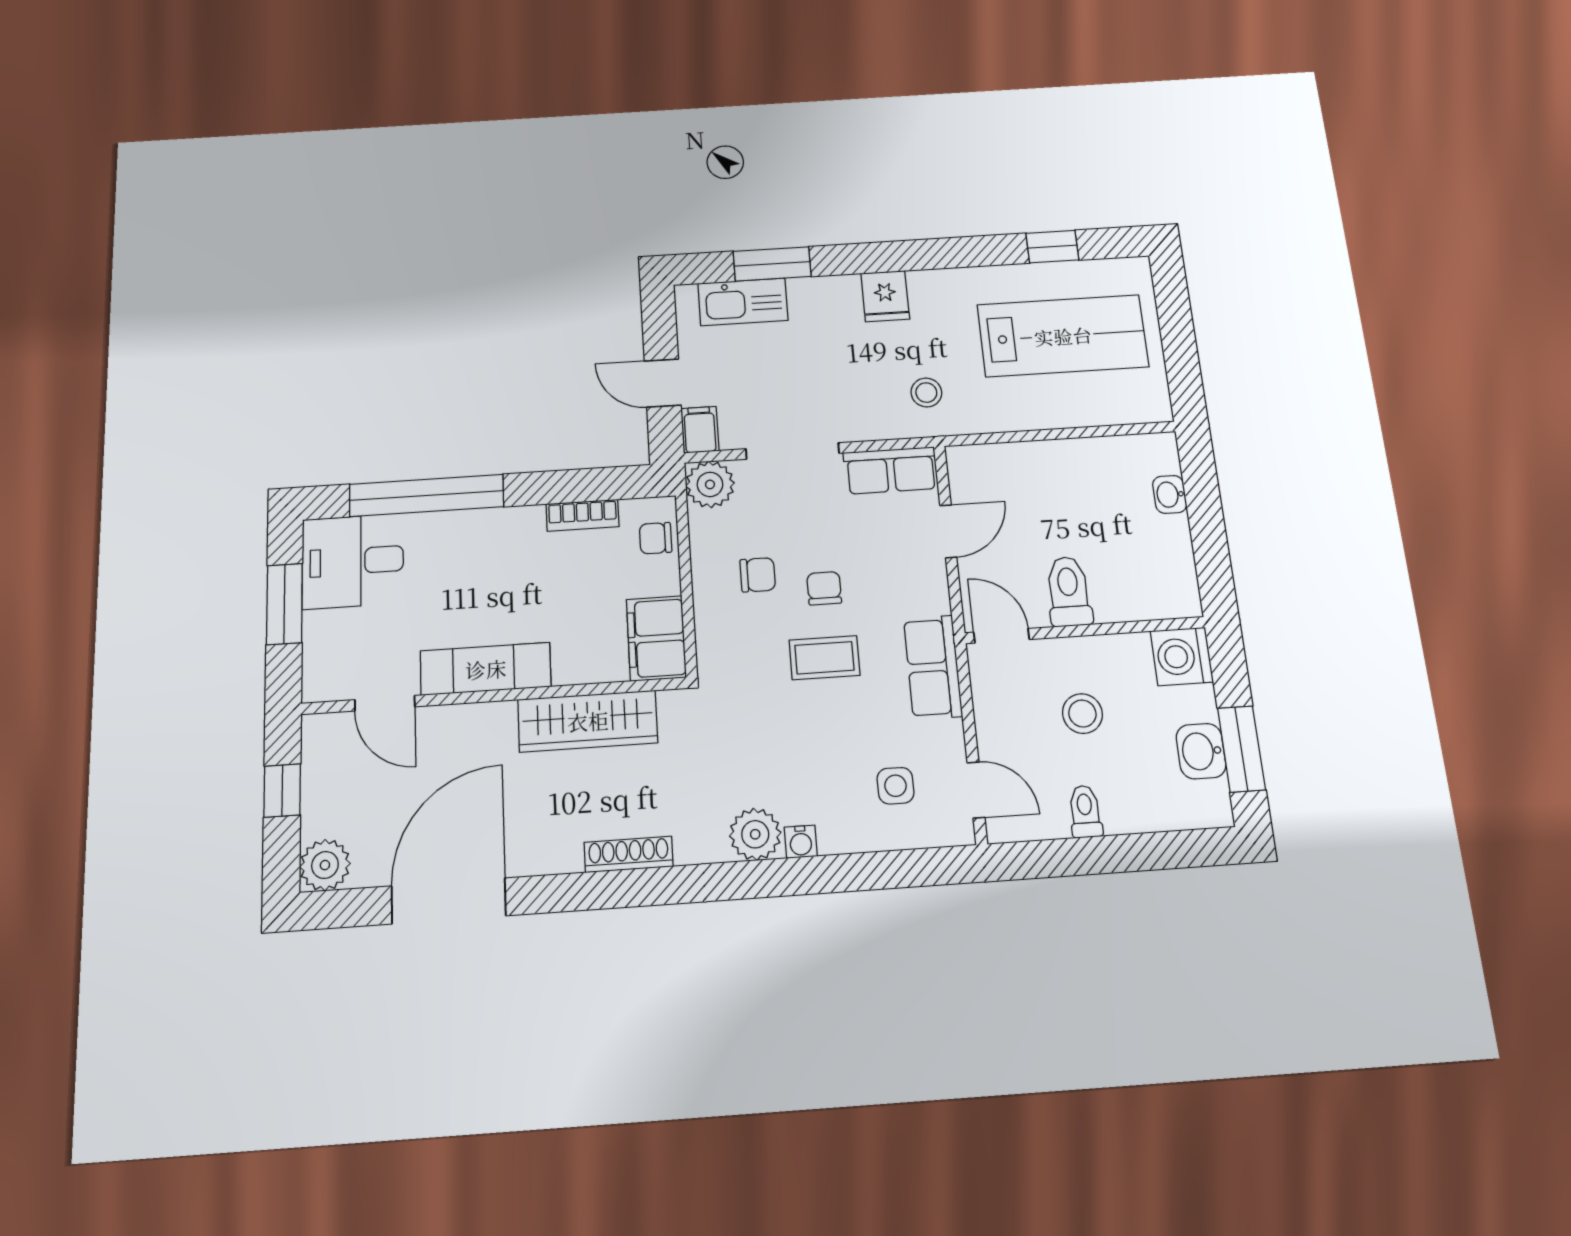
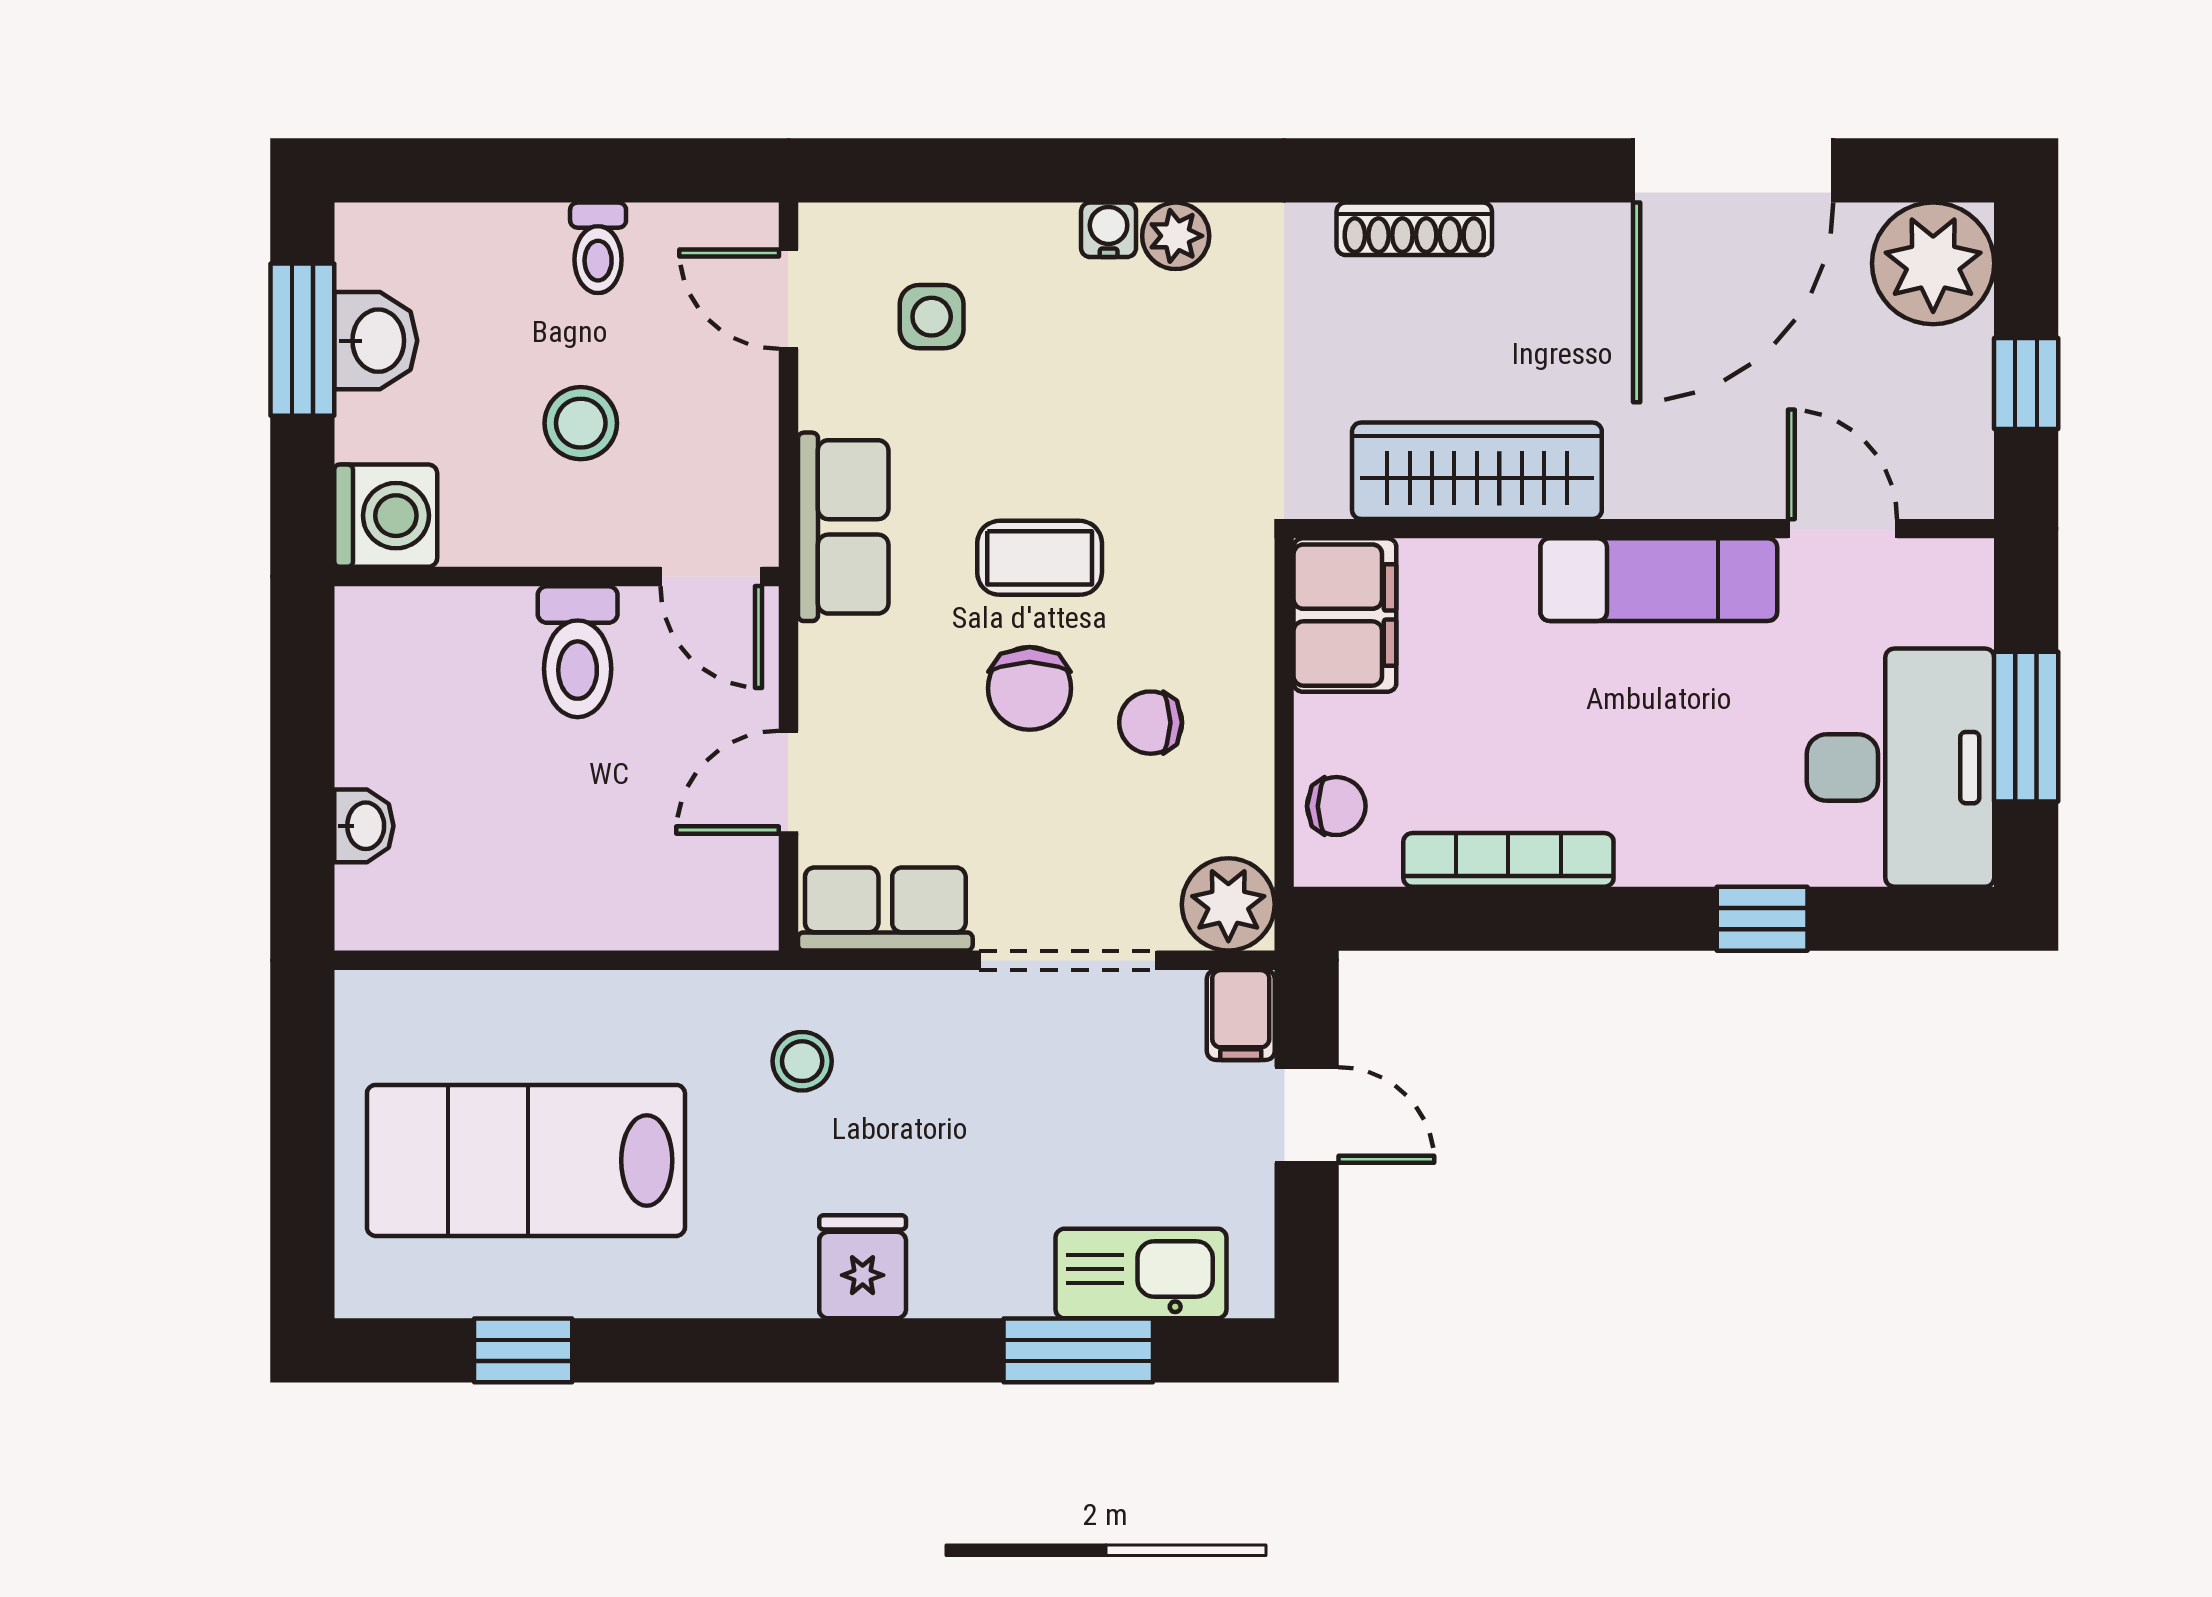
window: (427, 496) -> (1762, 919), width x0.32
bookcase: (583, 515) -> (1508, 860), width x1.56
desk: (353, 561) -> (1900, 768), width x1.37
chair: (824, 588) -> (1030, 688), width x1.37, depth x1.37
plant: (755, 834) -> (1176, 236), width x0.73, depth x0.73
plant: (325, 865) -> (1933, 263), width x1.36, depth x1.36

